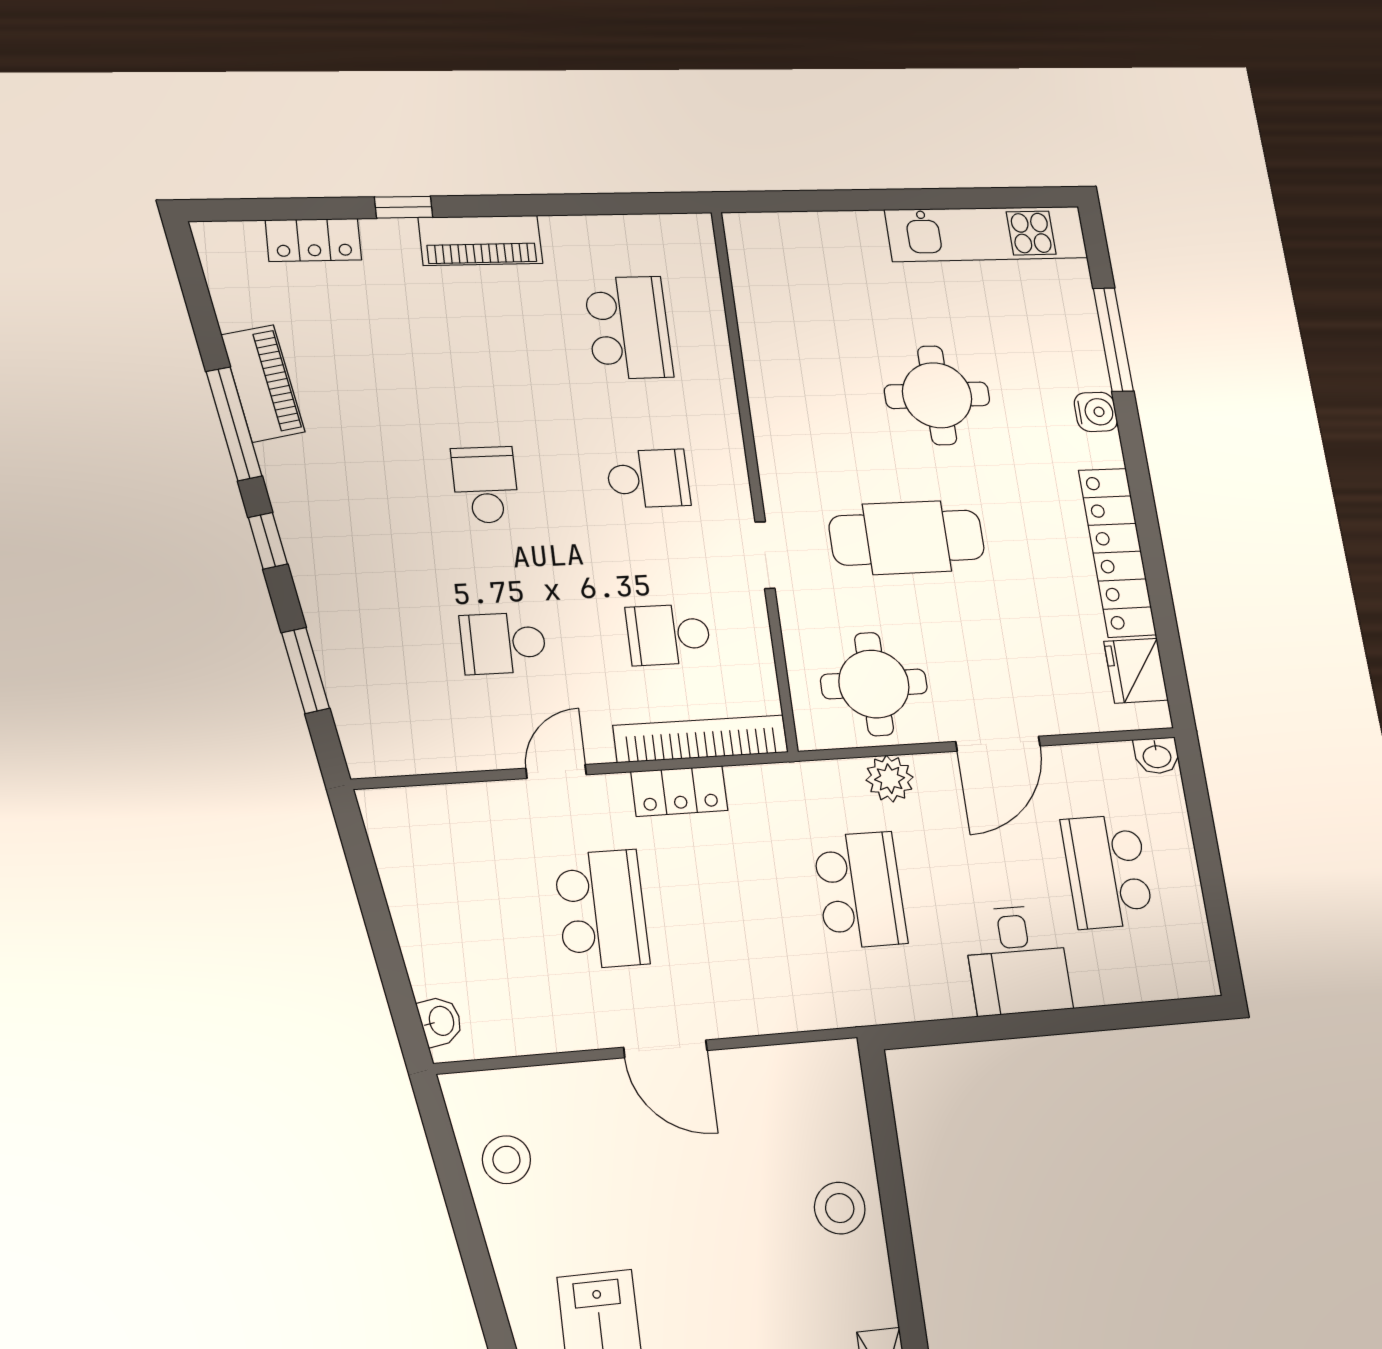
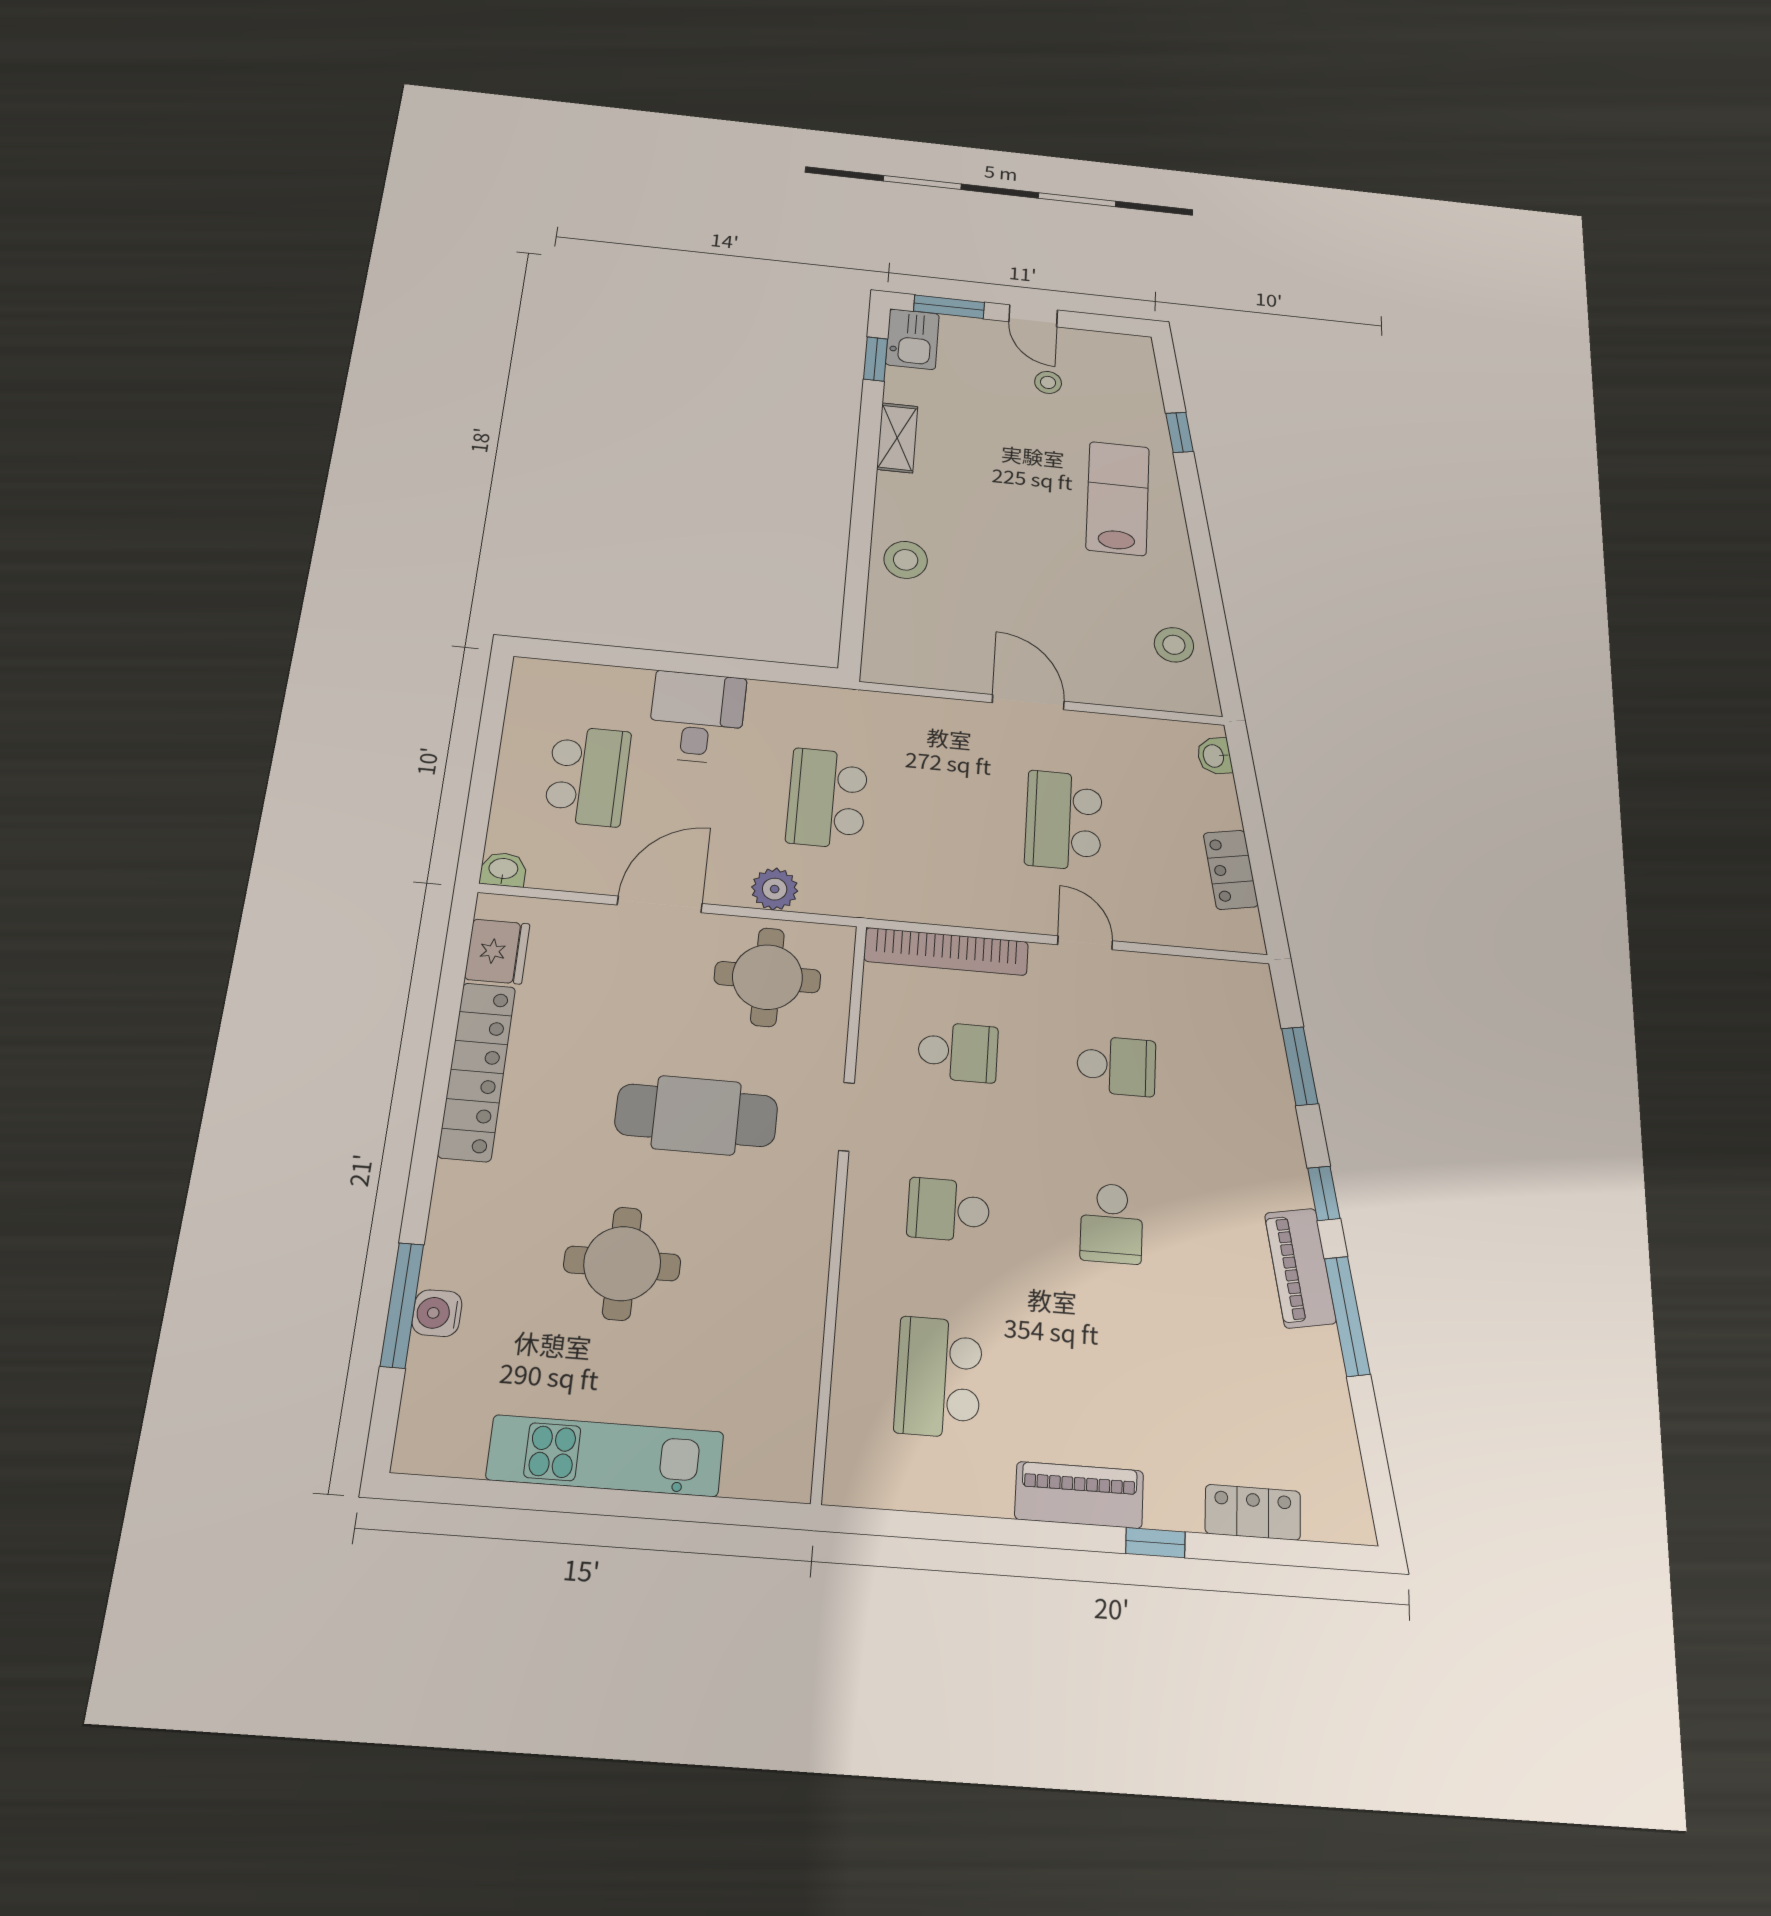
kitchen unit: (987, 234) -> (605, 1456), moved
piano: (263, 383) -> (1300, 1268), moved
water cooler: (1096, 412) -> (437, 1313), moved
door: (556, 771) -> (1085, 943), swing flipped
locker: (679, 791) -> (1231, 870), moved, turned -100

